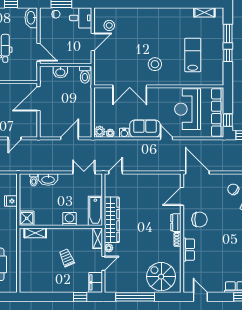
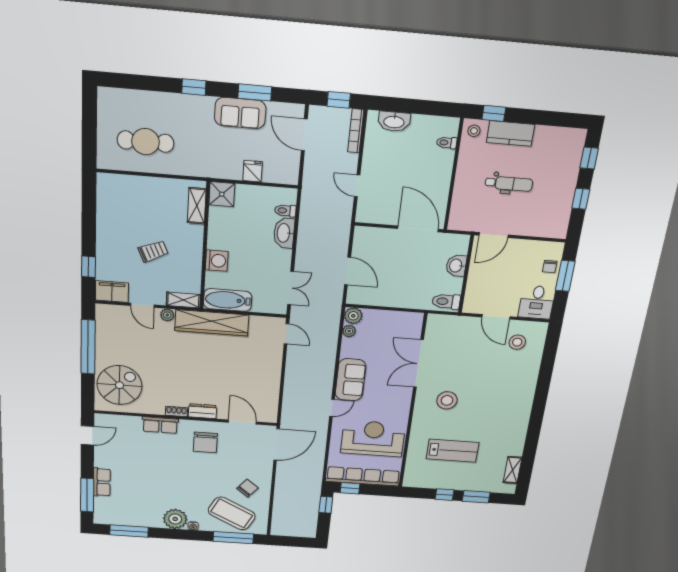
washbasin: (31, 18) -> (551, 228), removed
water cooler: (124, 133) -> (348, 351), removed

